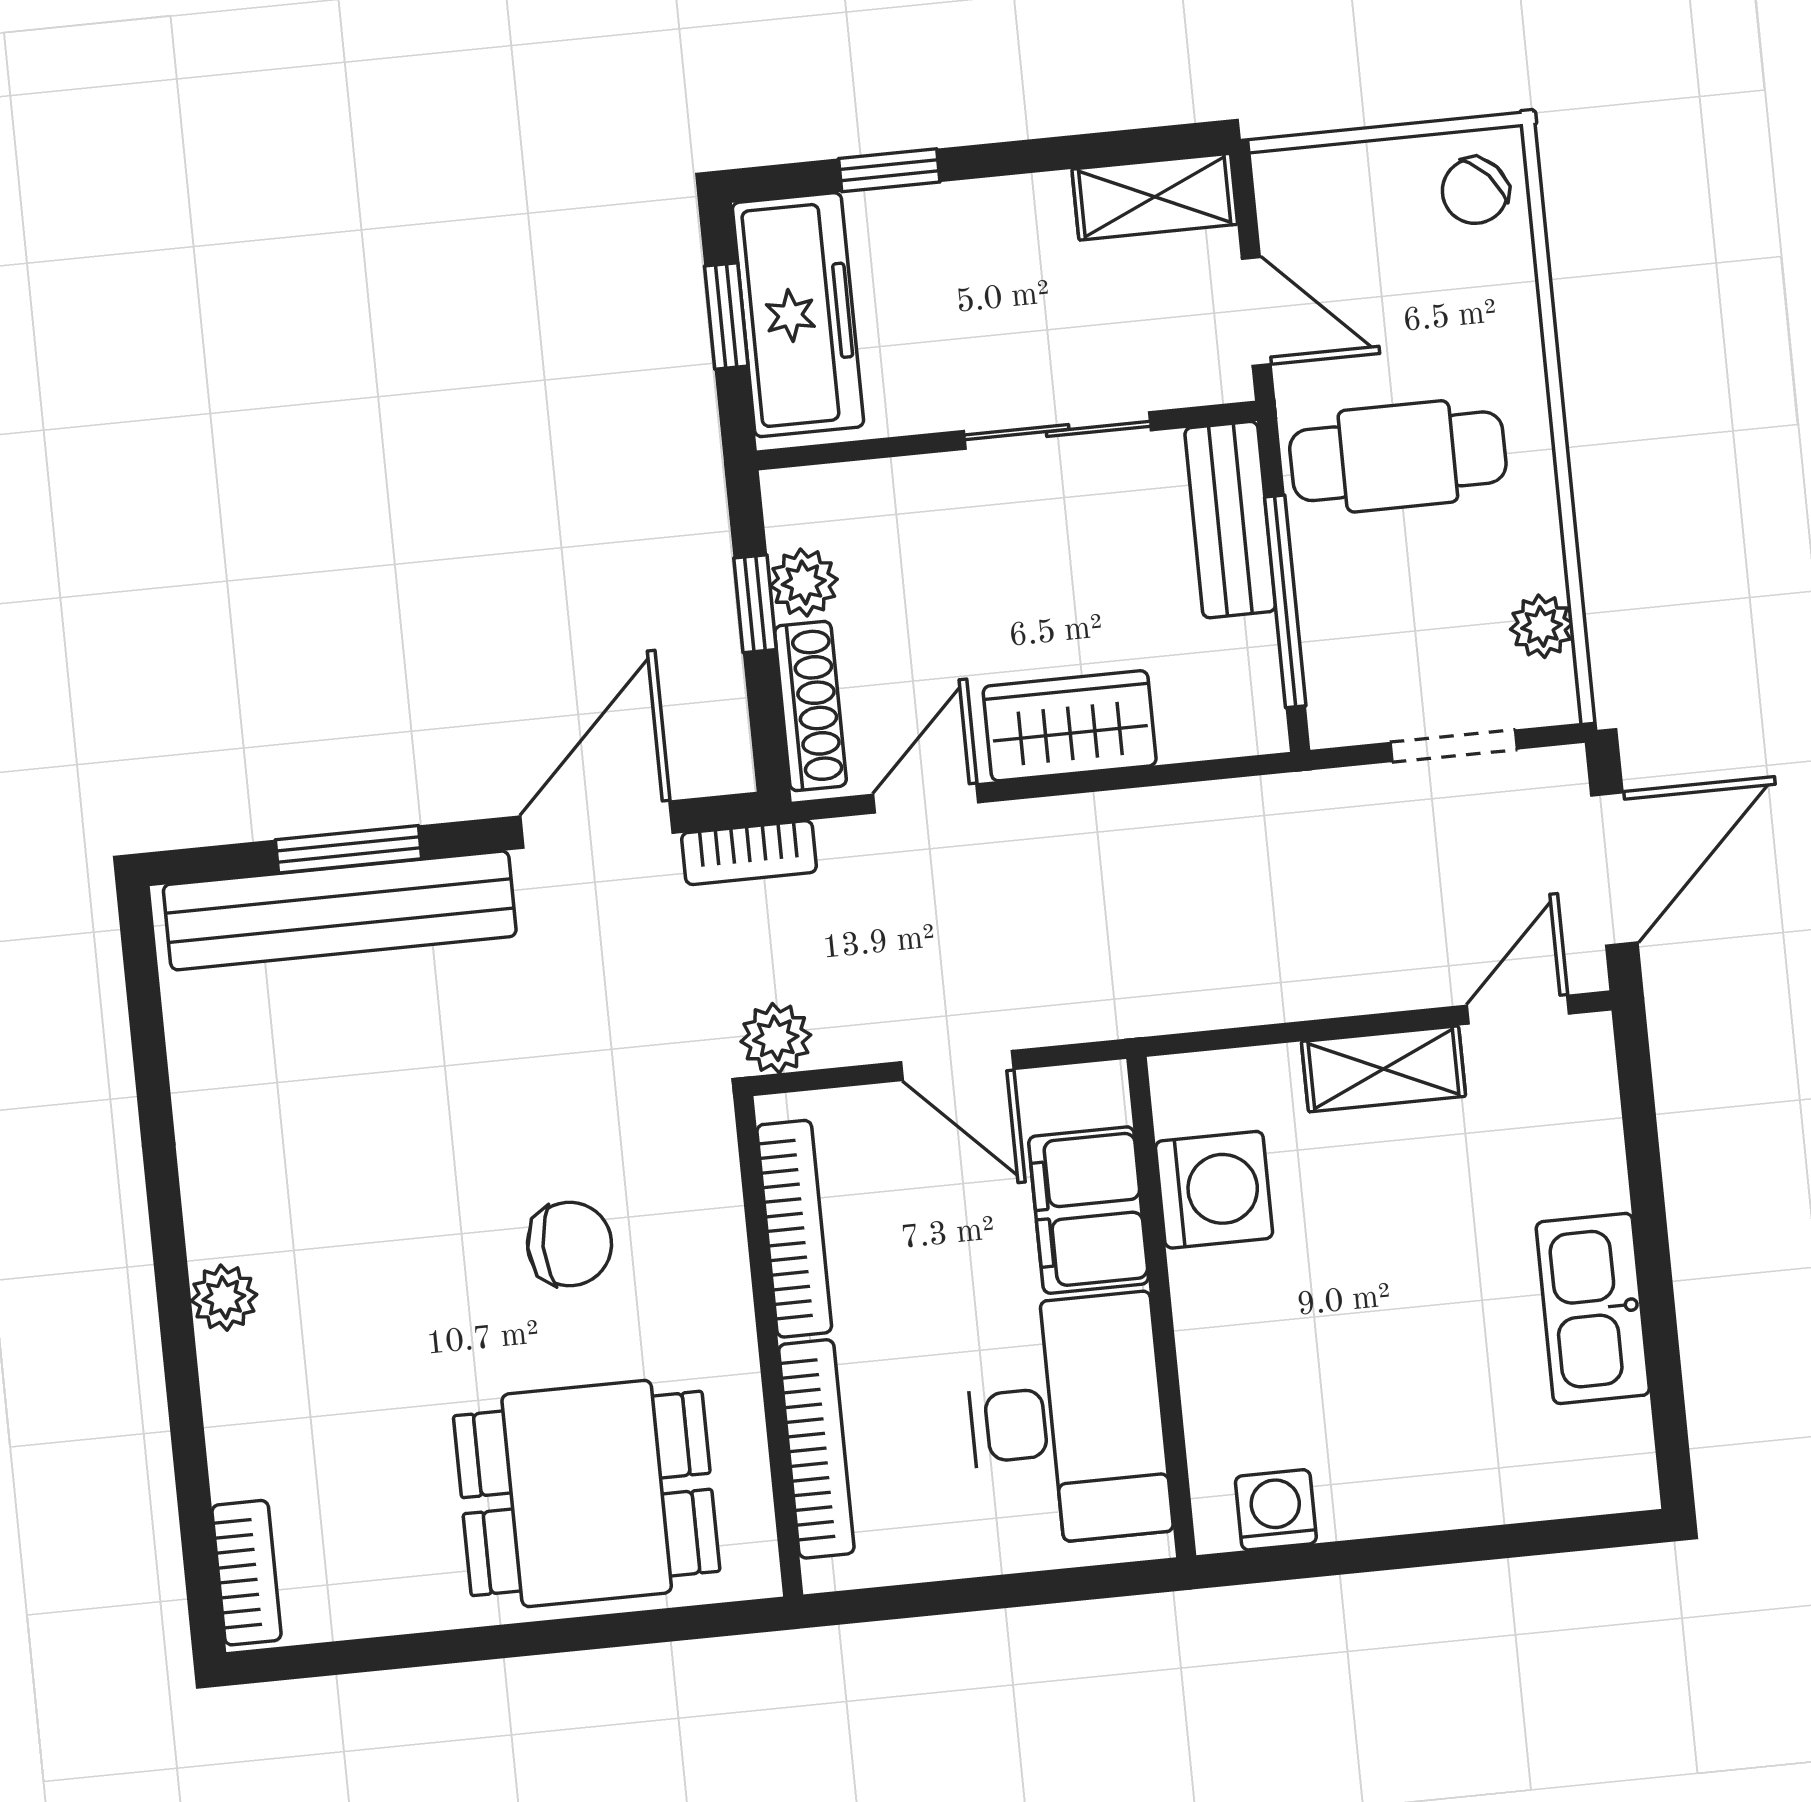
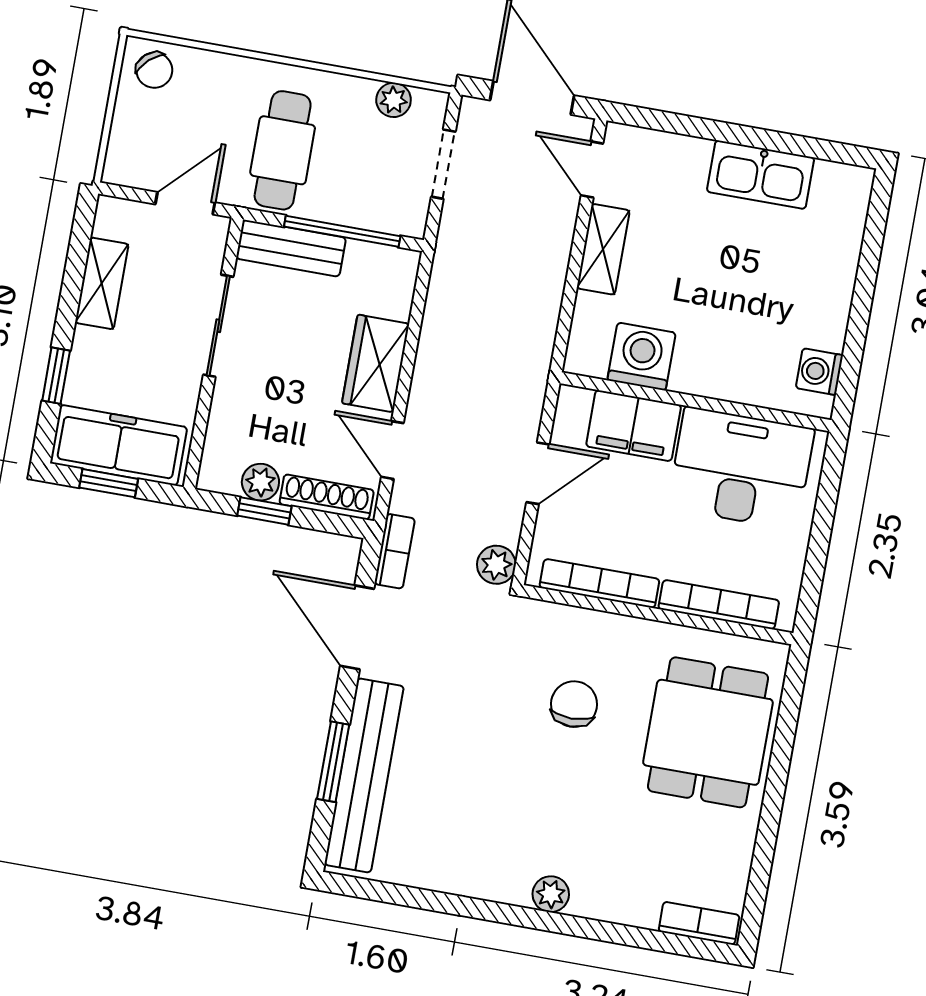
shelving: (1155, 197) -> (102, 283), moved

